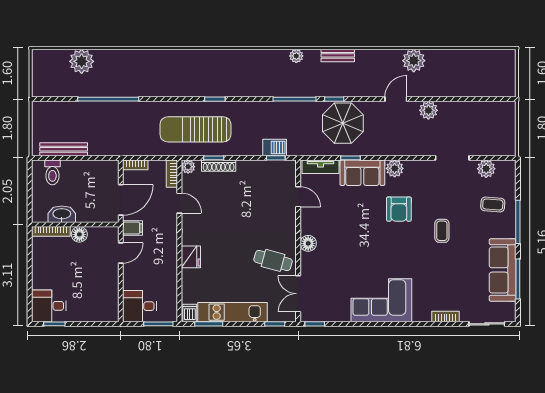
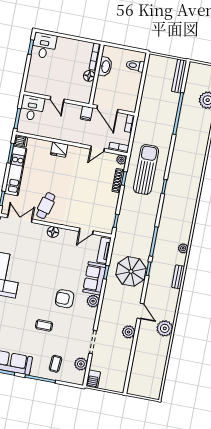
barbecue: (275, 147) -> (93, 379), moved
bench: (64, 149) -> (179, 76), moved
door: (121, 253) -> (57, 99), moved

